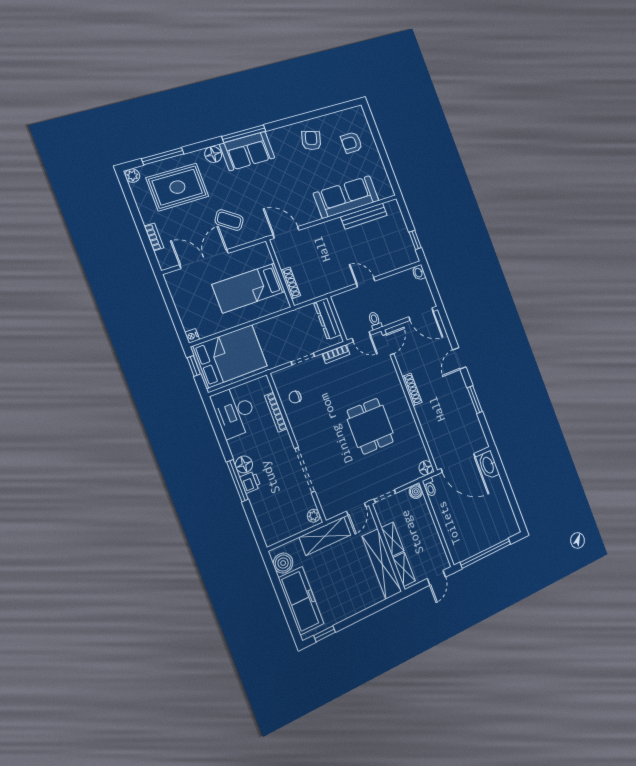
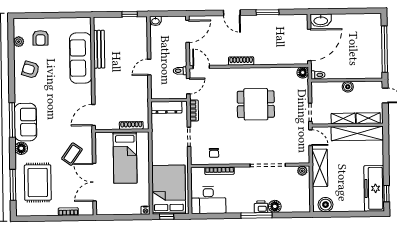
plant: (132, 176) -> (19, 42), moved
floor lamp: (244, 464) -> (275, 206), moved
boiler: (416, 491) -> (348, 87), moved
freezer: (301, 601) -> (374, 188), moved, turned -90

